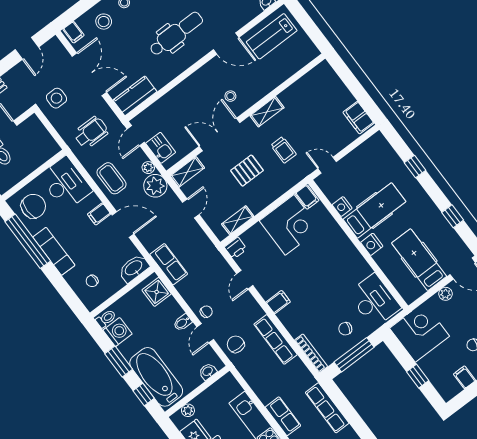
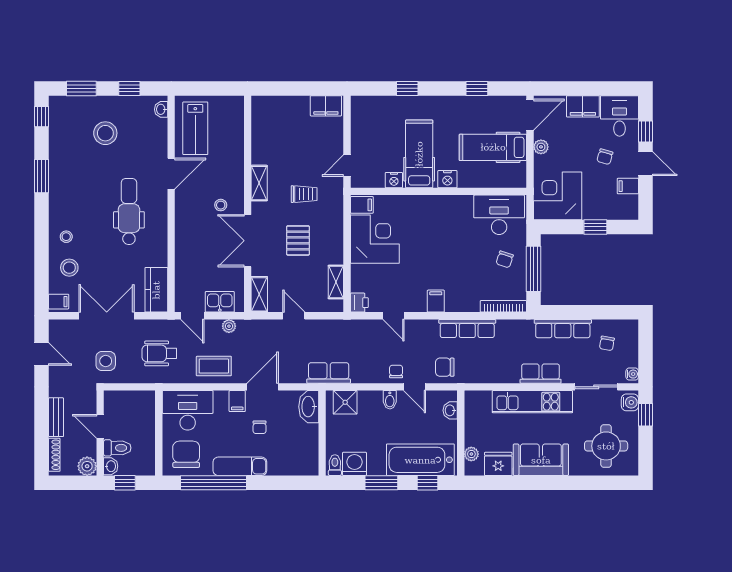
wheelchair: (91, 132) -> (159, 353), turned -90
plant: (155, 186) -> (250, 332), removed
chair: (92, 281) -> (260, 427), moved

